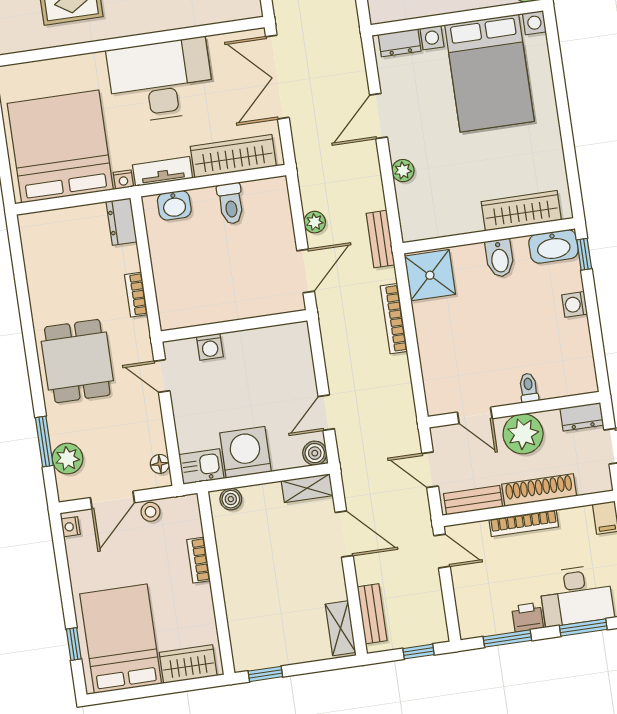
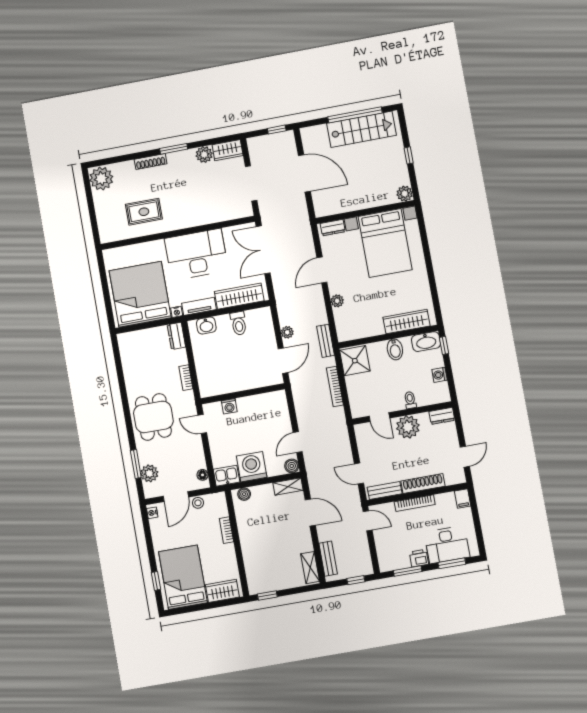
toilet: (529, 388) -> (410, 400), moved
wall: (514, 410) -> (402, 413), moved
door: (475, 415) -> (379, 417), moved
dresser: (582, 417) -> (442, 416), moved
plant: (523, 434) -> (408, 427), moved

